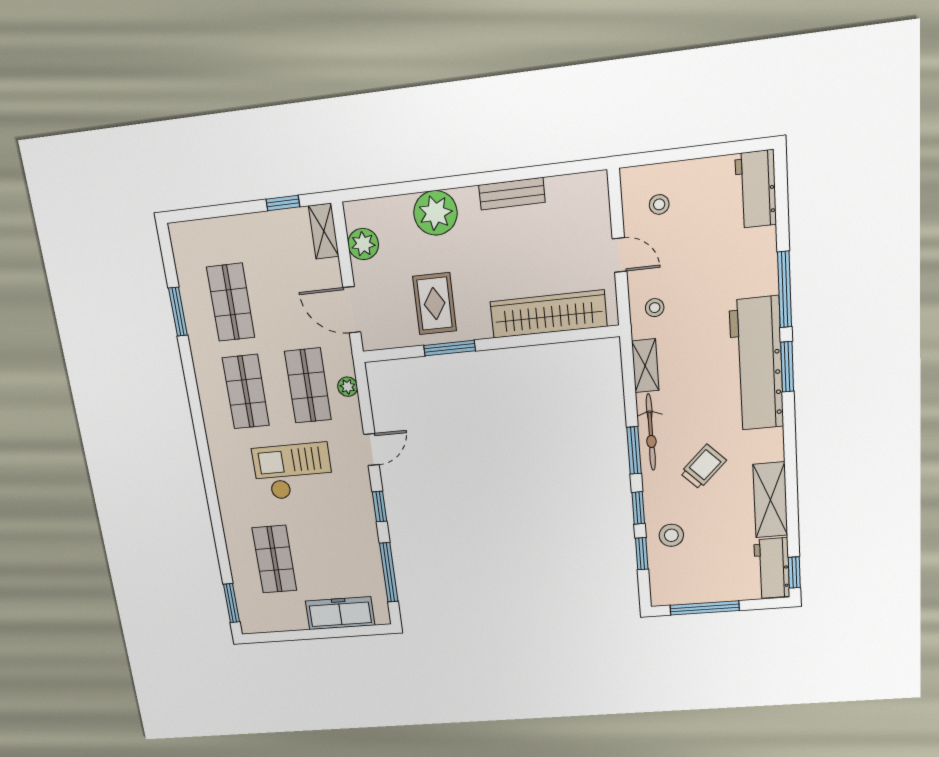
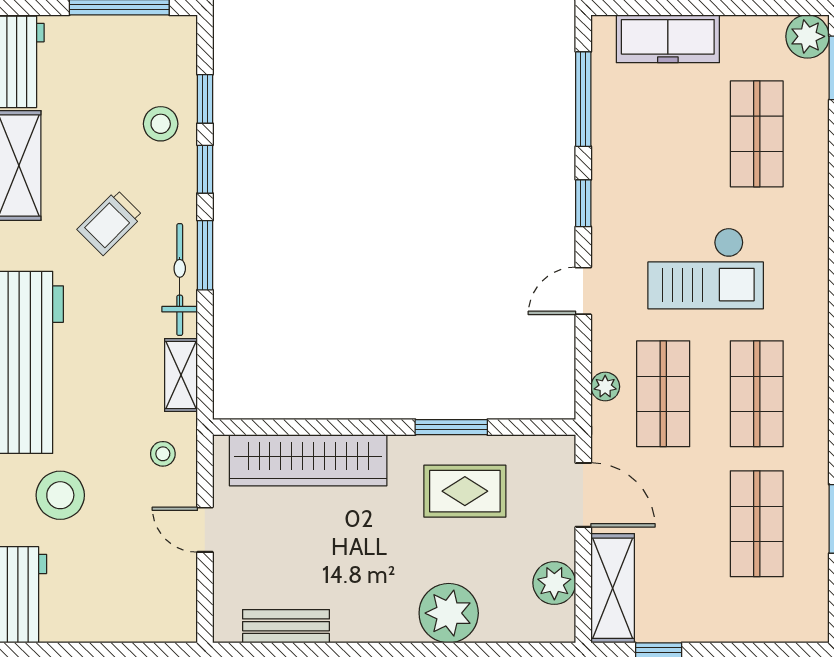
bench: (512, 194) -> (286, 626), moved
stool: (659, 204) -> (60, 495), moved, width x1.89, depth x1.89
shelving: (324, 231) -> (613, 588), width x1.50, depth x1.33
rug: (435, 304) -> (465, 491), turned 90
plant: (253, 621) -> (807, 36), added

